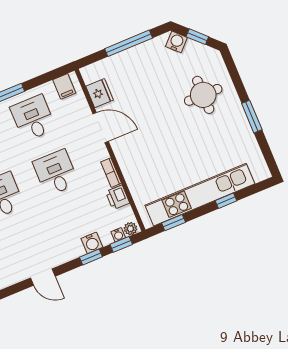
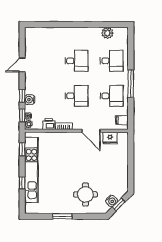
water cooler: (176, 42) -> (112, 201), moved
window: (129, 43) -> (131, 165), removed
door: (101, 128) -> (91, 131), hinge flipped

